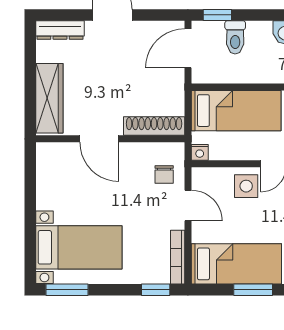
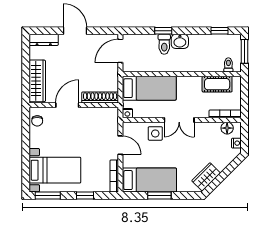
window: (217, 15) -> (163, 31), moved
toilet: (235, 37) -> (164, 44), moved
door: (99, 139) -> (67, 105), swing flipped
chair: (164, 175) -> (37, 121), moved
window: (156, 290) -> (85, 196), moved

